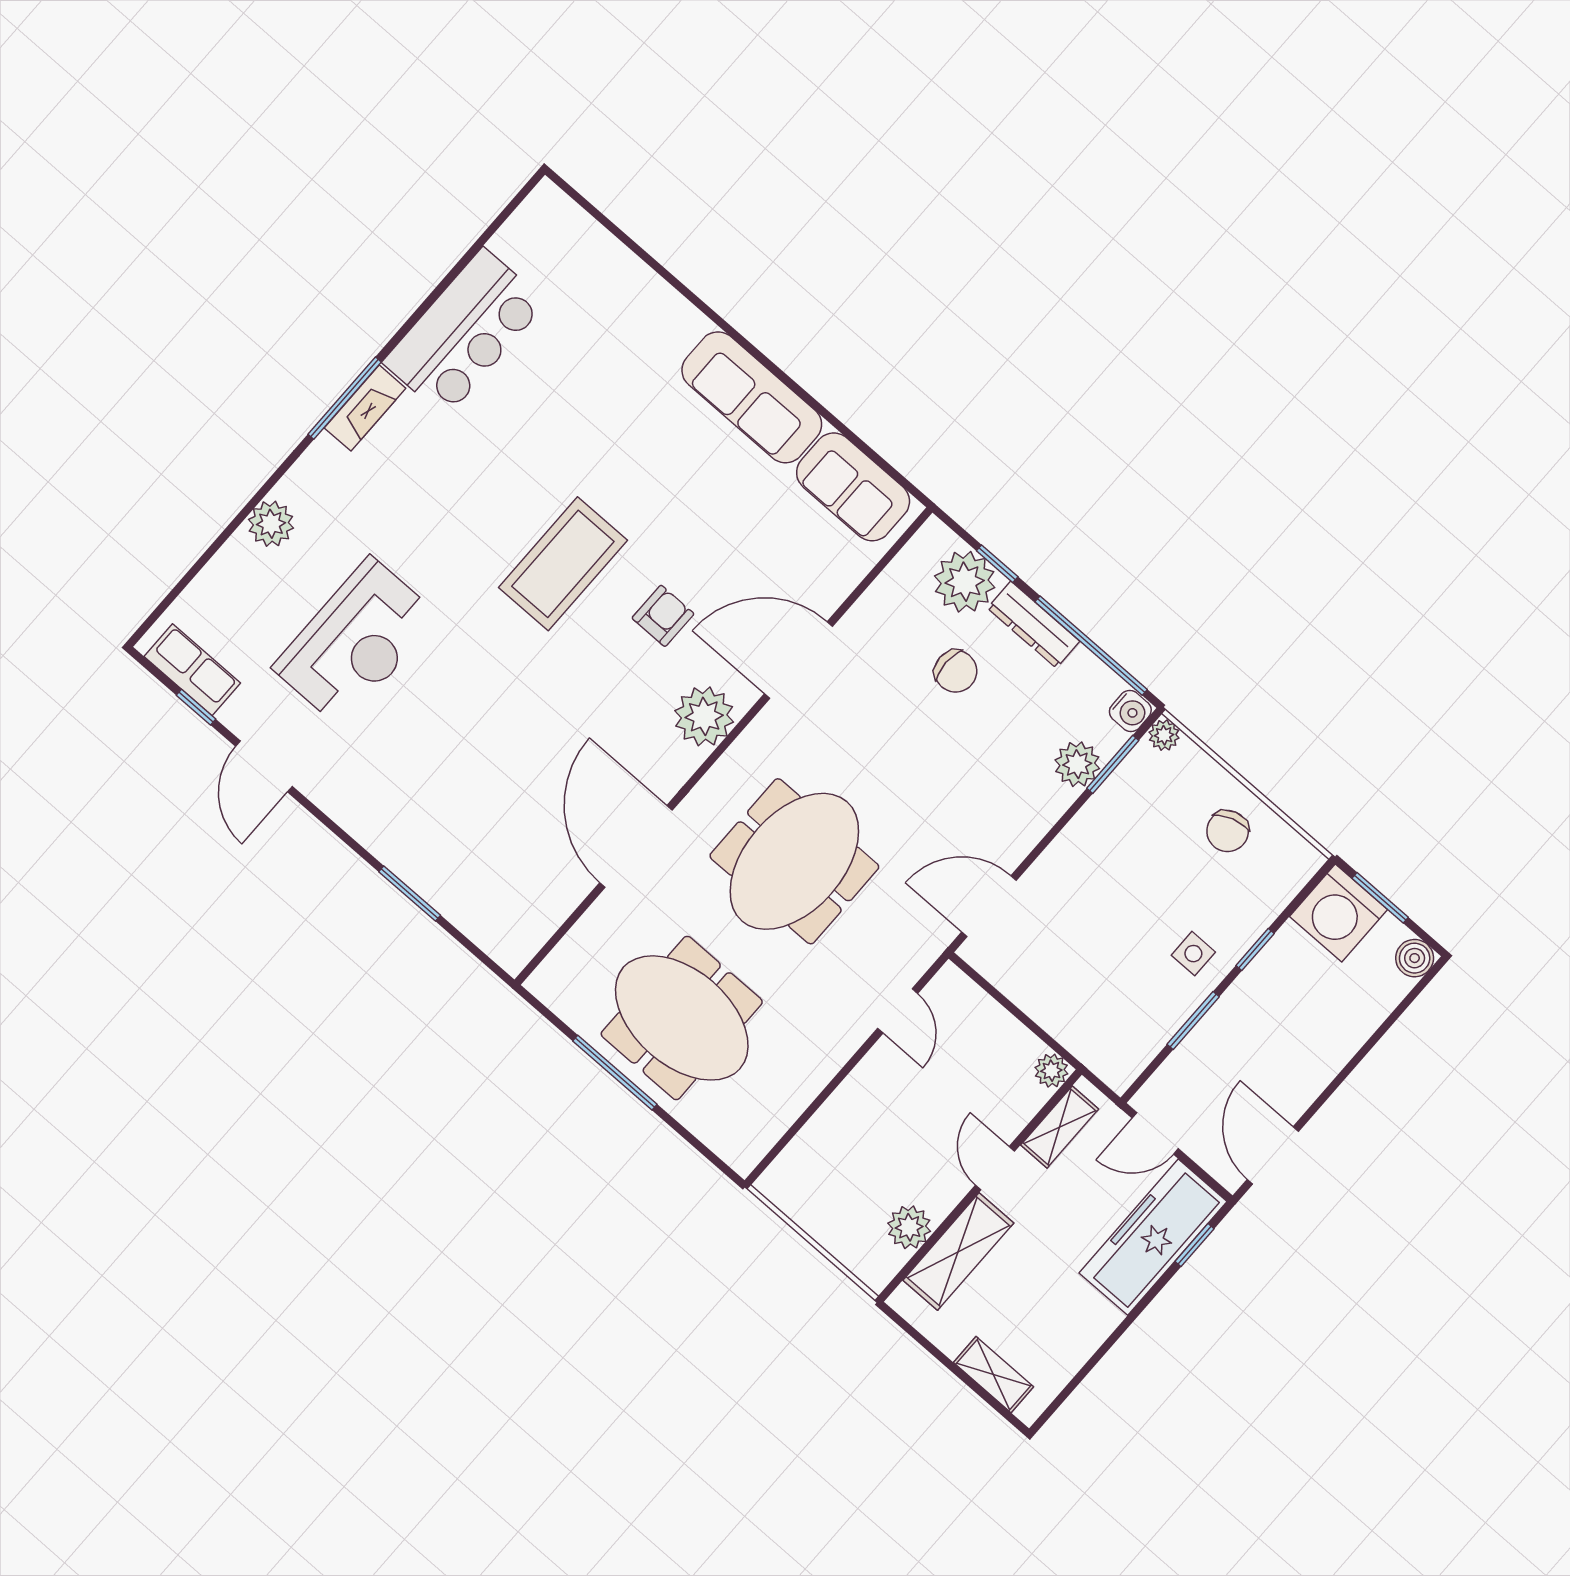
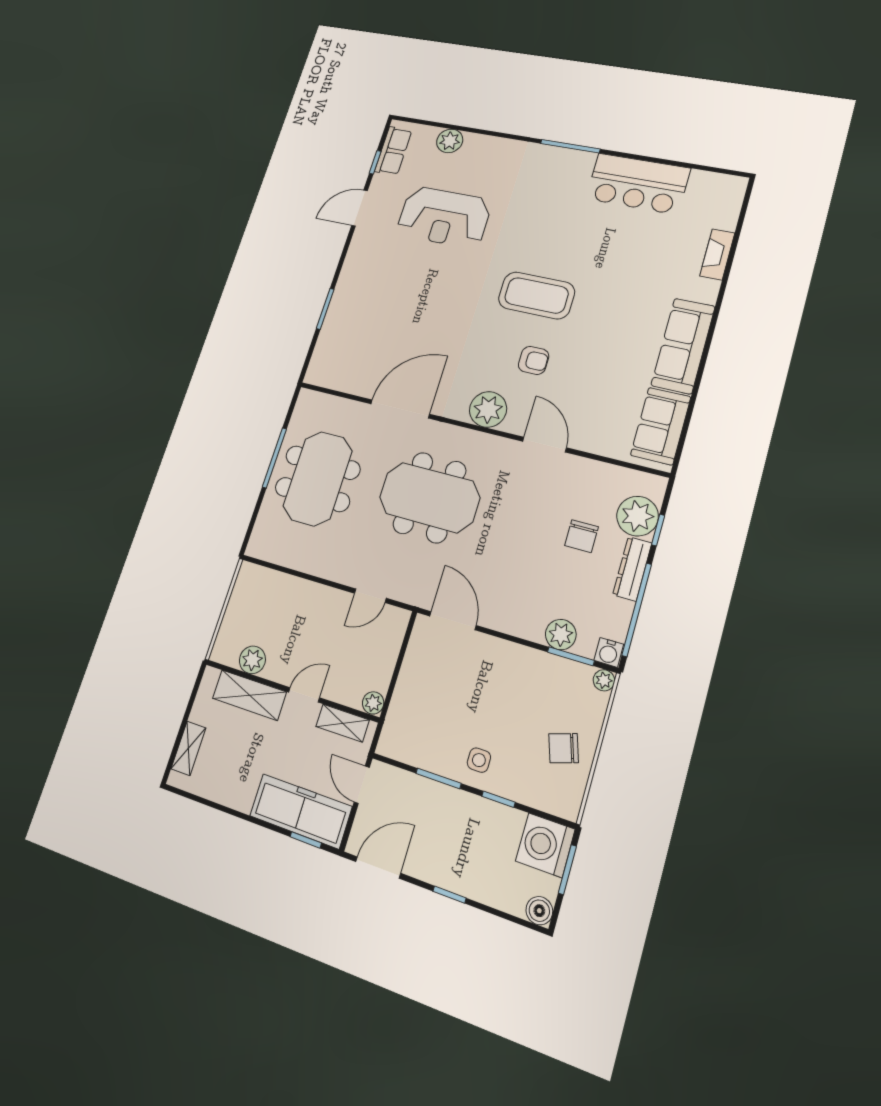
fireplace: (365, 408) -> (717, 255), moved, turned 90
plant: (271, 524) -> (450, 141), moved
door: (799, 660) -> (544, 445), width x0.73
window: (1347, 1070) -> (450, 895), added

